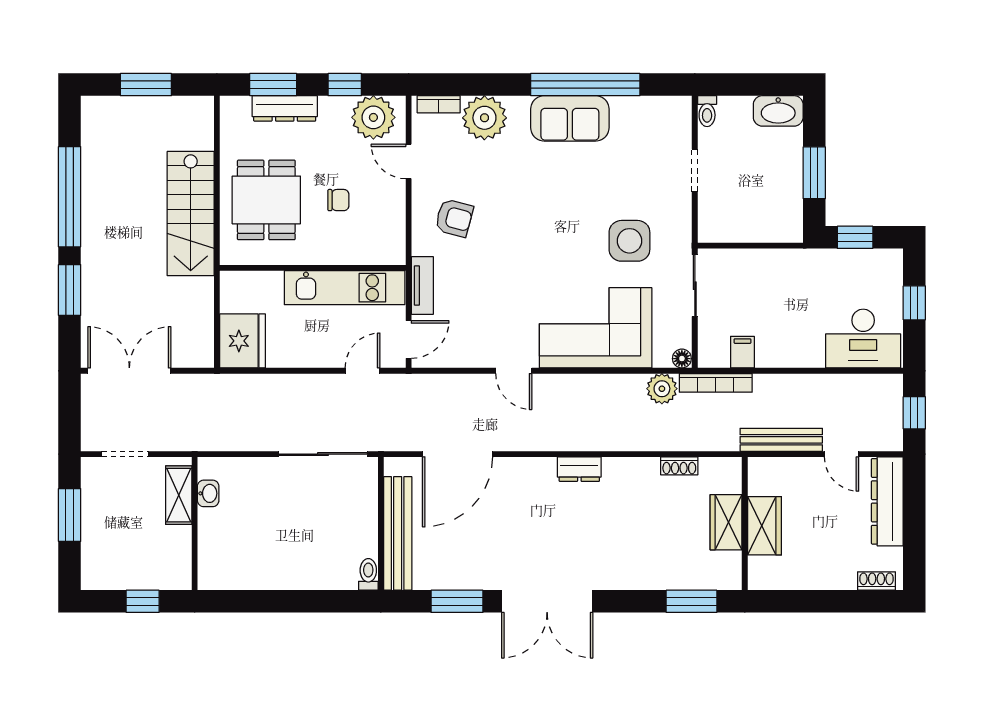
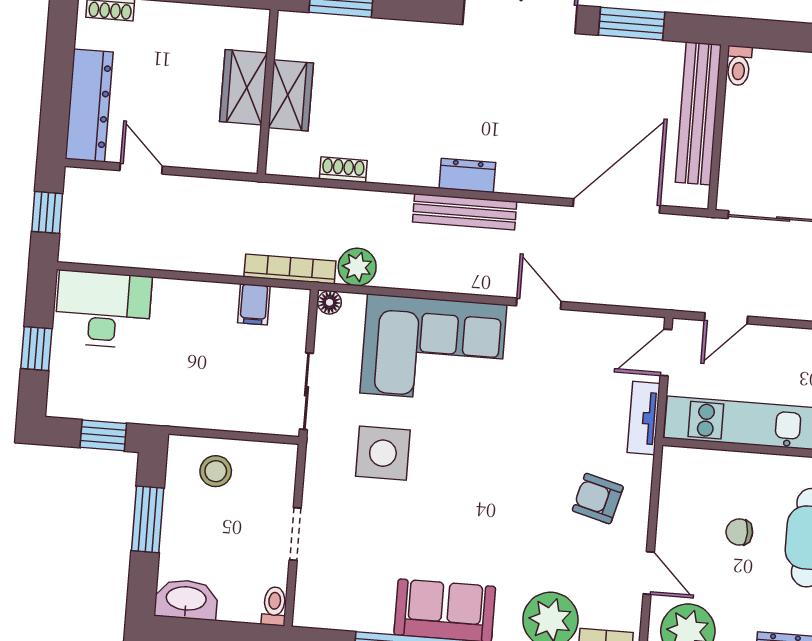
stool: (763, 216) -> (216, 471), added
bench: (781, 440) -> (465, 212), moved

